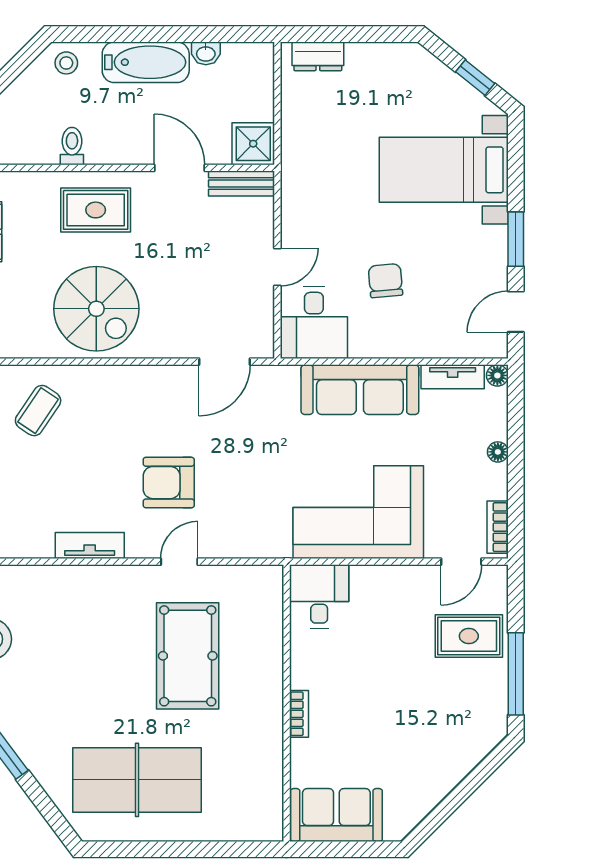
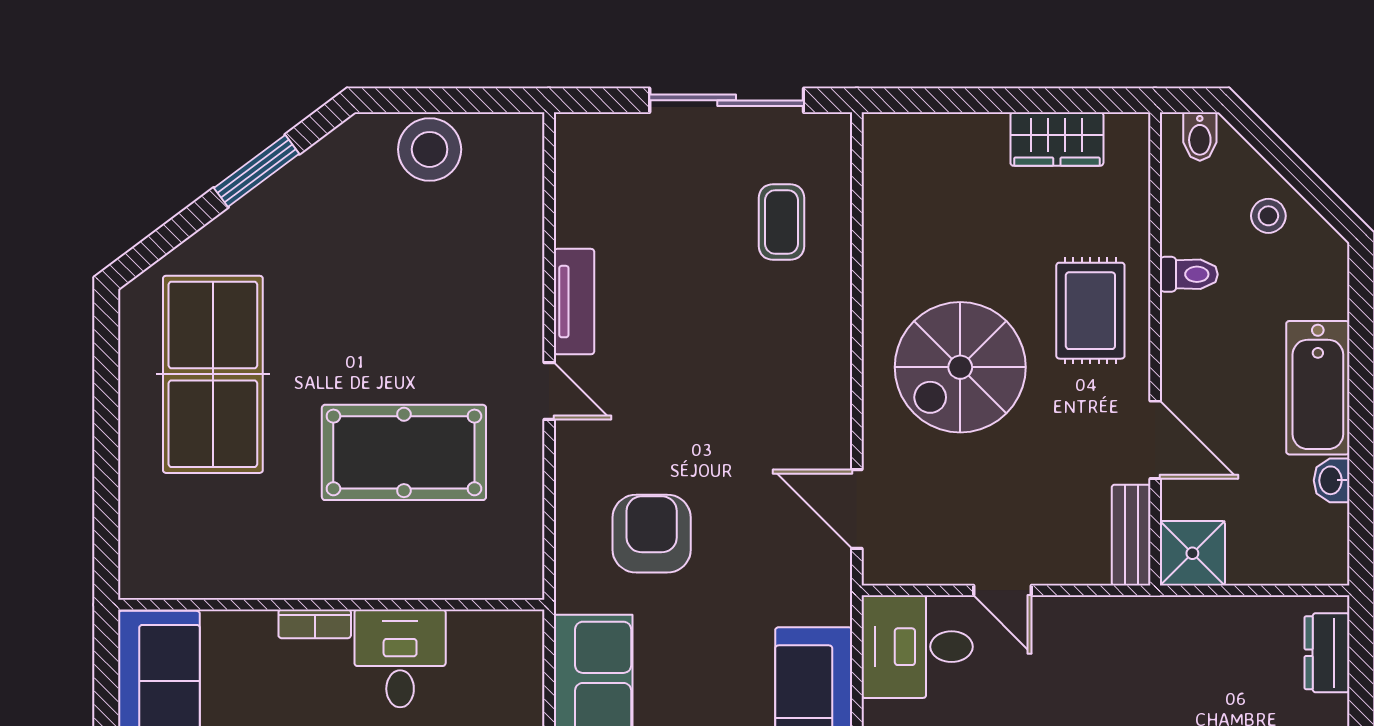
stool: (66, 63) -> (1268, 216), moved
door: (179, 168) -> (1155, 440), hinge flipped
spiral stairs: (96, 309) -> (960, 367), moved
coffee table: (38, 411) -> (782, 222), turned 56
armchair: (169, 483) -> (652, 534), moved
door: (179, 562) -> (549, 391), moved
desk: (319, 597) -> (400, 658), moved, turned -90

